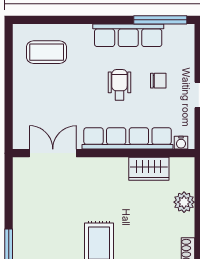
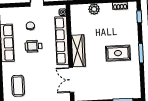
wardrobe: (149, 169) -> (78, 51), moved, width x1.50

